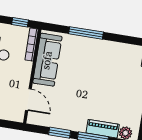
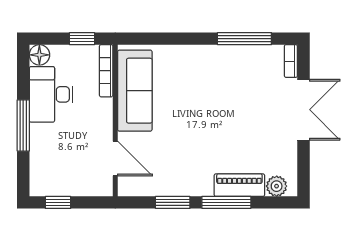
window: (86, 33) -> (244, 39), moved

